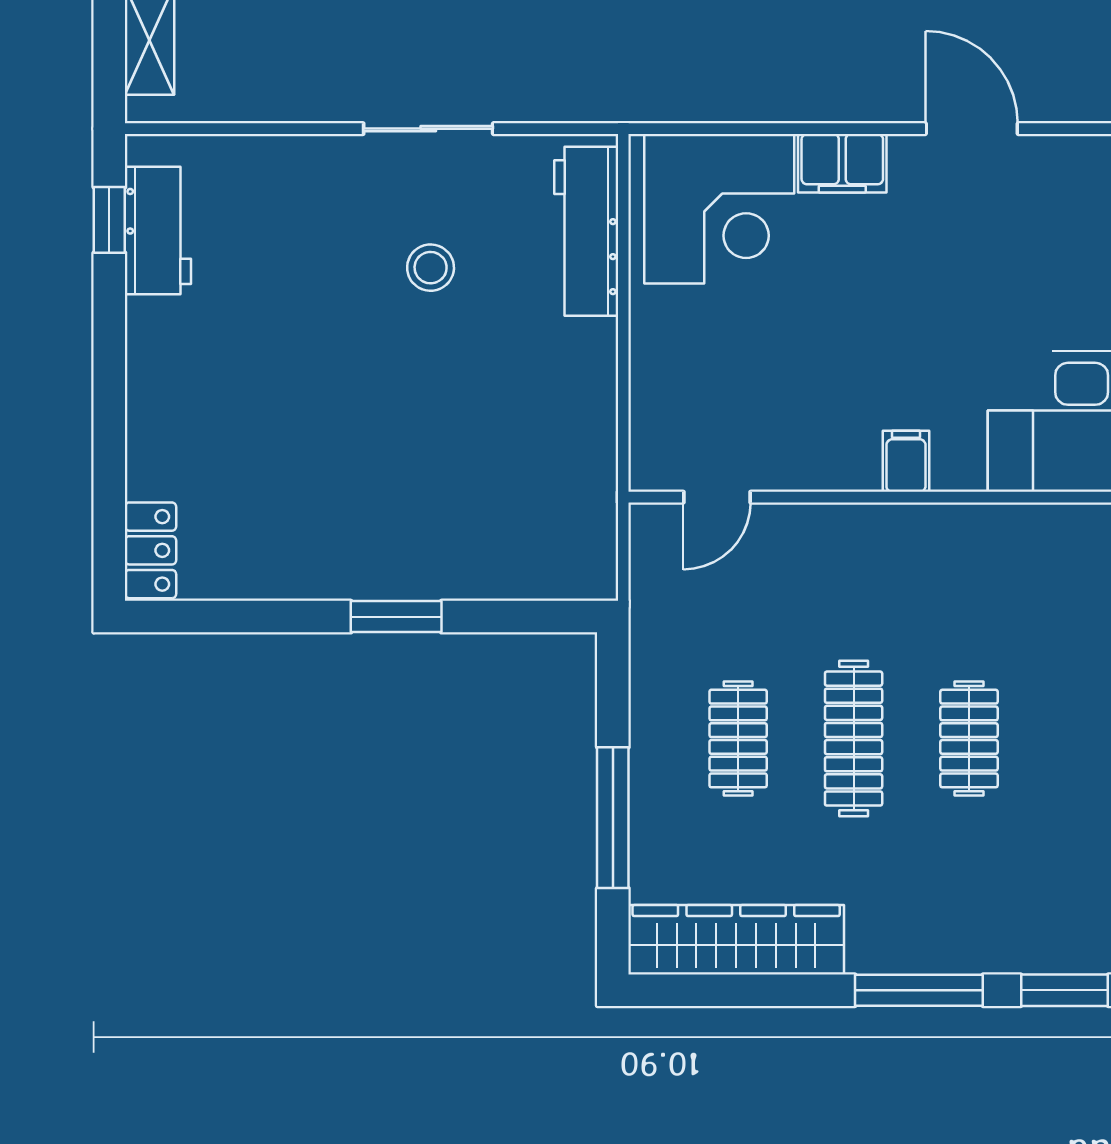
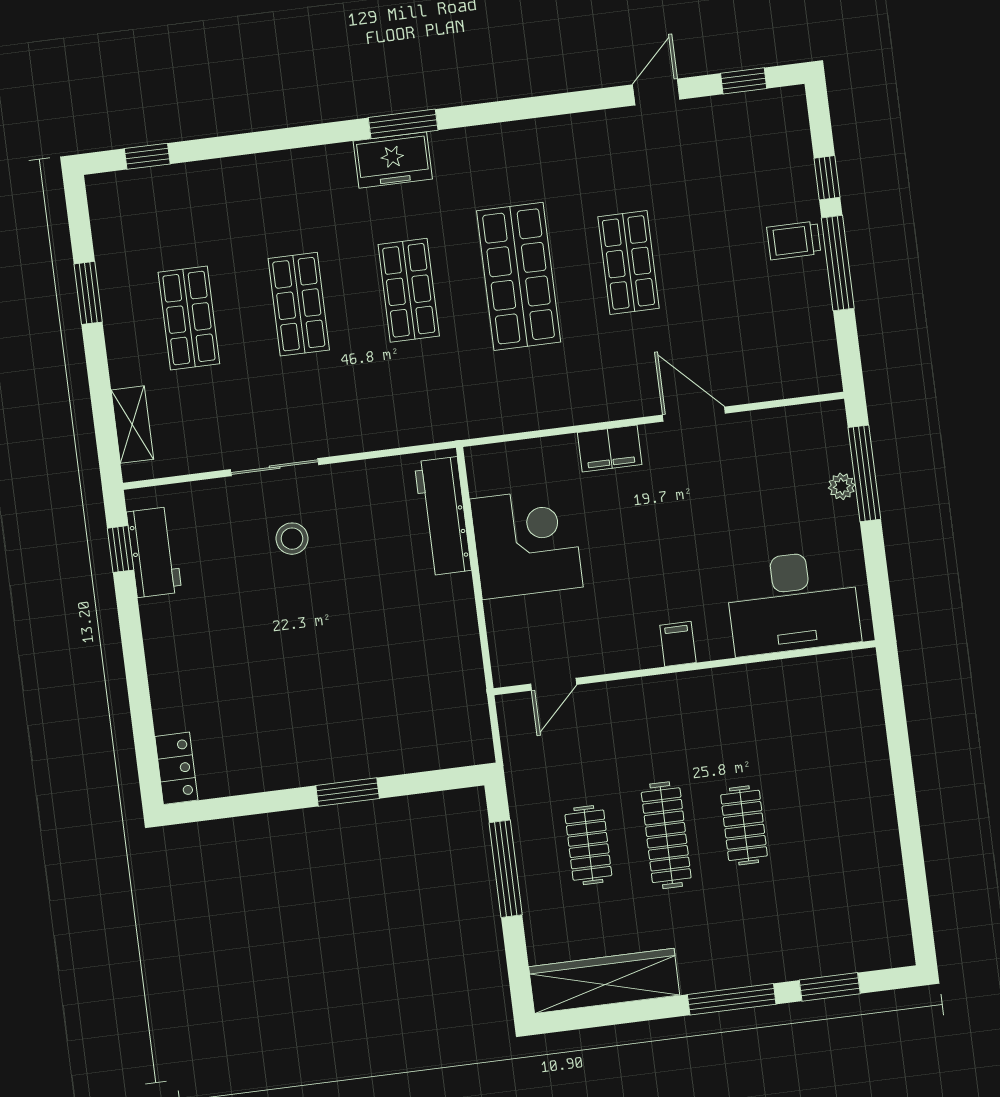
sliding door: (428, 129) -> (275, 467), moved
corner desk: (719, 209) -> (526, 543), moved, turned -90
stool: (431, 268) -> (292, 539), moved
window: (613, 818) -> (506, 869), moved

